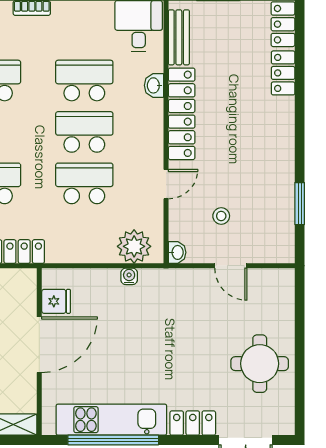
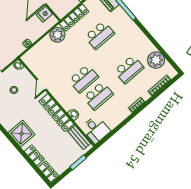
shower: (273, 129) -> (22, 134), added
school desk: (84, 183) -> (69, 62), removed
plant: (134, 246) -> (57, 35), moved

